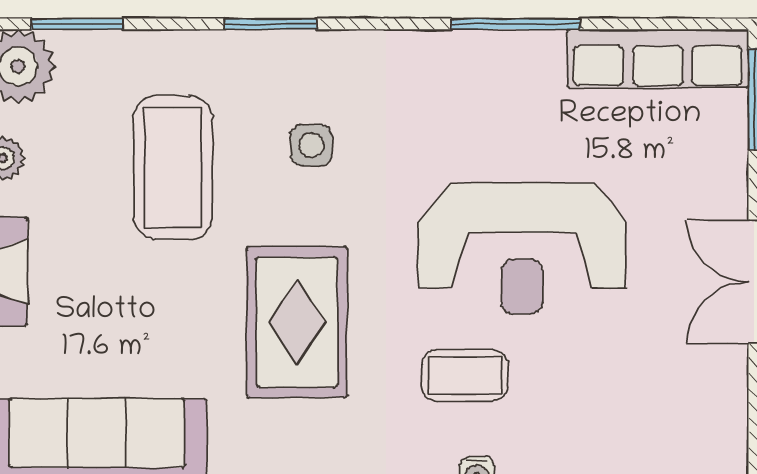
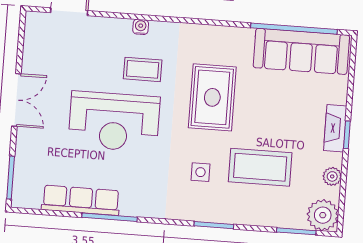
row of seats: (658, 59) -> (81, 200), moved
coffee table: (173, 167) -> (260, 167), turned 90
reception desk: (522, 249) -> (114, 121), turned 180

